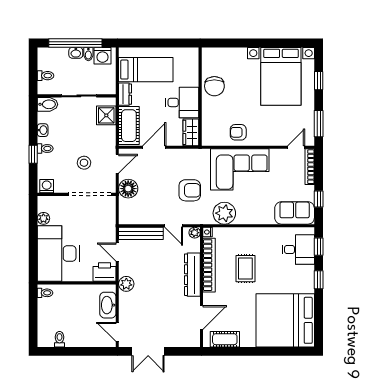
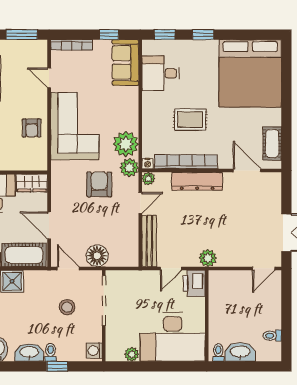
washbasin: (43, 130) -> (29, 352), width x1.91, depth x1.45
door: (296, 147) -> (49, 78), moved
plant: (204, 216) -> (129, 168), added
desk: (298, 250) -> (161, 73), moved, turned -90
washbasin: (108, 305) -> (240, 352), moved, turned 180

